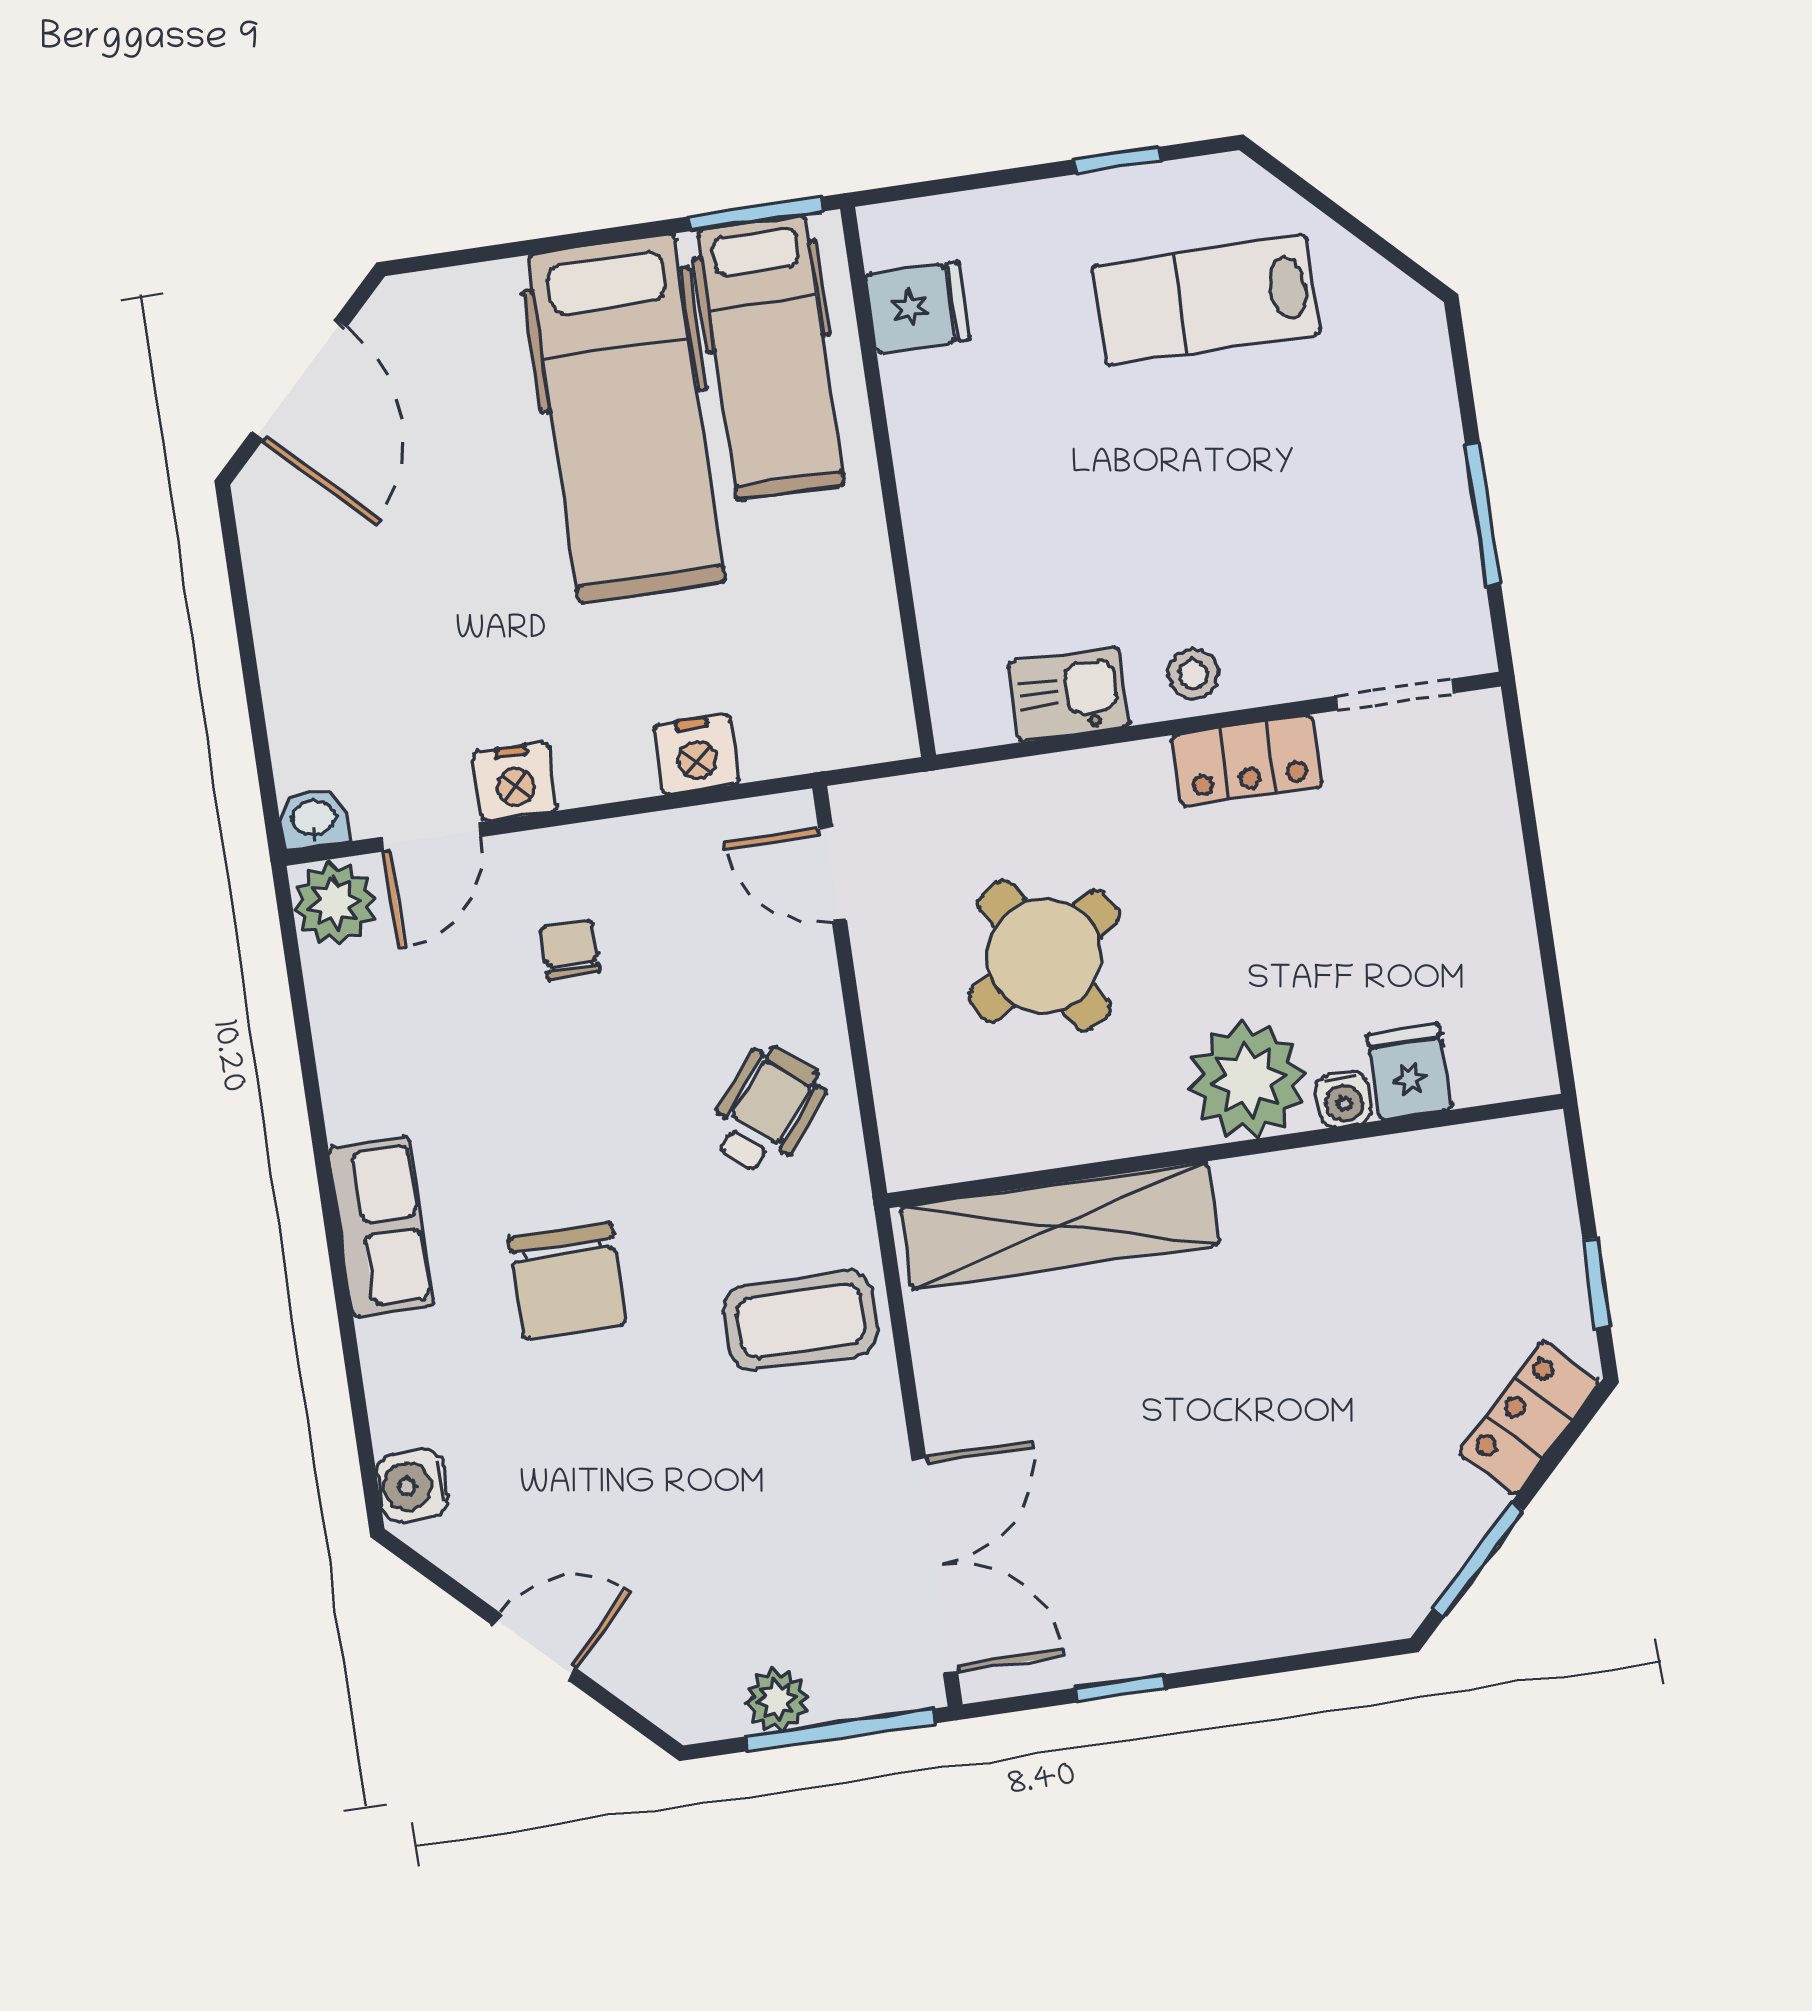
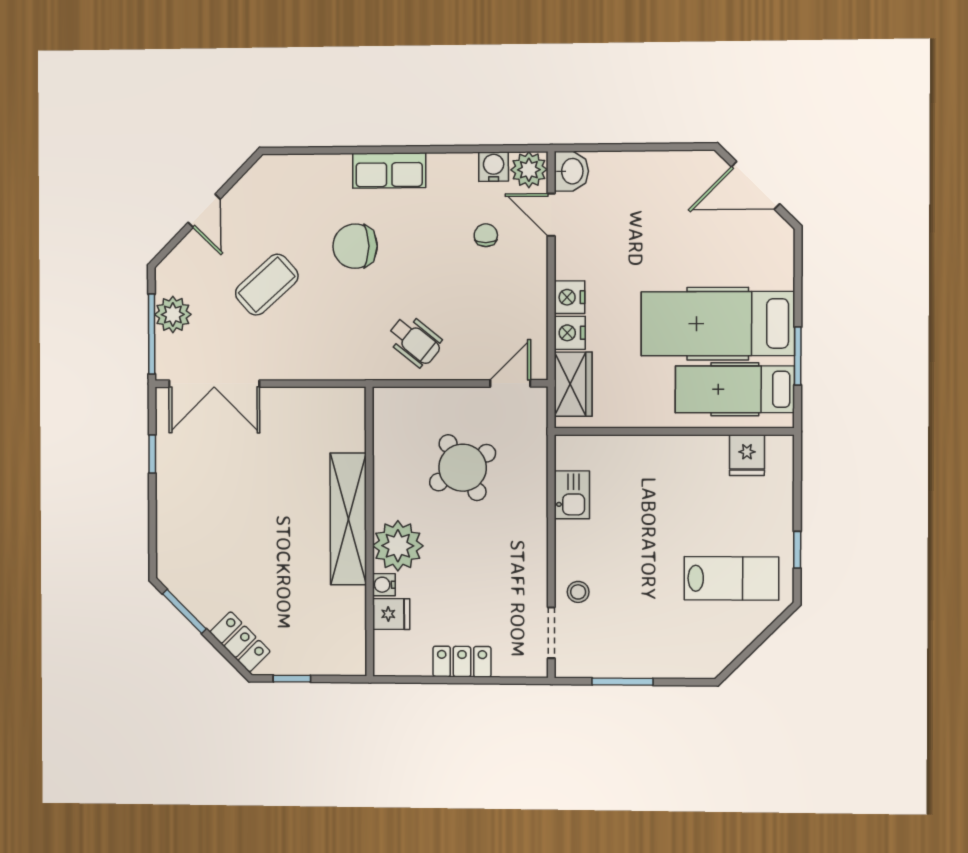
window: (755, 214) -> (798, 356), moved
lab bench: (1206, 300) -> (731, 578), turned 90
stool: (1193, 674) -> (578, 592), moved
wardrobe: (814, 729) -> (573, 384), added
locker: (1247, 761) -> (462, 662), moved, turned 90
nightstand: (515, 781) -> (569, 297), moved
washbasin: (314, 819) -> (571, 171), width x1.38, depth x1.45
chair: (570, 950) -> (486, 235), moved, turned -90
shelving: (1060, 1226) -> (348, 519), moved
coffee table: (801, 1320) -> (267, 285), moved, turned 48
water cooler: (413, 1486) -> (494, 167), moved
plant: (777, 1700) -> (173, 314), width x1.38, depth x1.38

